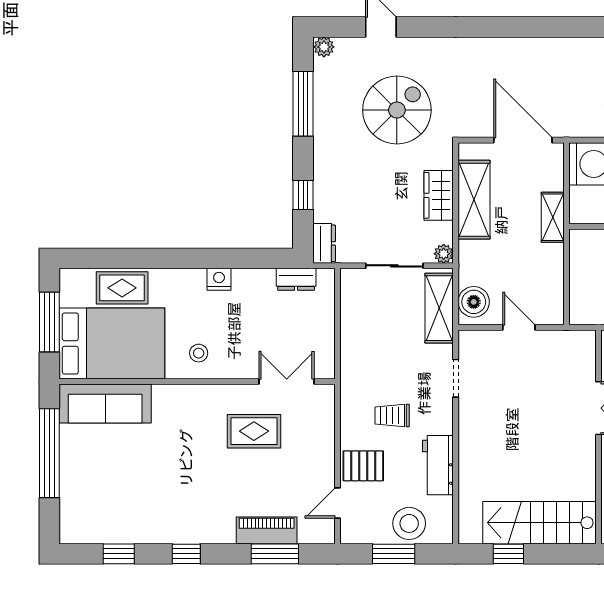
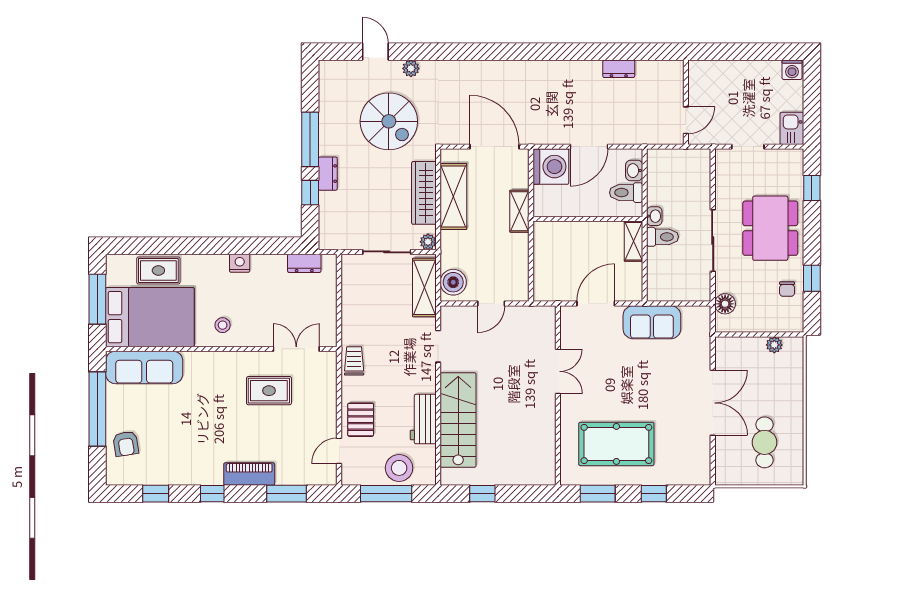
plant: (324, 47) -> (411, 68), moved
window: (303, 104) -> (310, 139), moved
spiral stairs: (397, 110) -> (389, 121), turned 90
wardrobe: (439, 195) -> (424, 193), width x1.50
dresser: (324, 243) -> (328, 174), moved
door: (519, 327) -> (491, 304), swing flipped
trolley: (392, 415) -> (354, 361), moved, turned 90
pallet: (363, 466) -> (361, 420), turned 90
armchair: (83, 494) -> (126, 444), added
stairs: (540, 523) -> (458, 420), moved, turned 90
piano: (267, 531) -> (249, 474), moved
window: (394, 554) -> (386, 494), width x1.44

